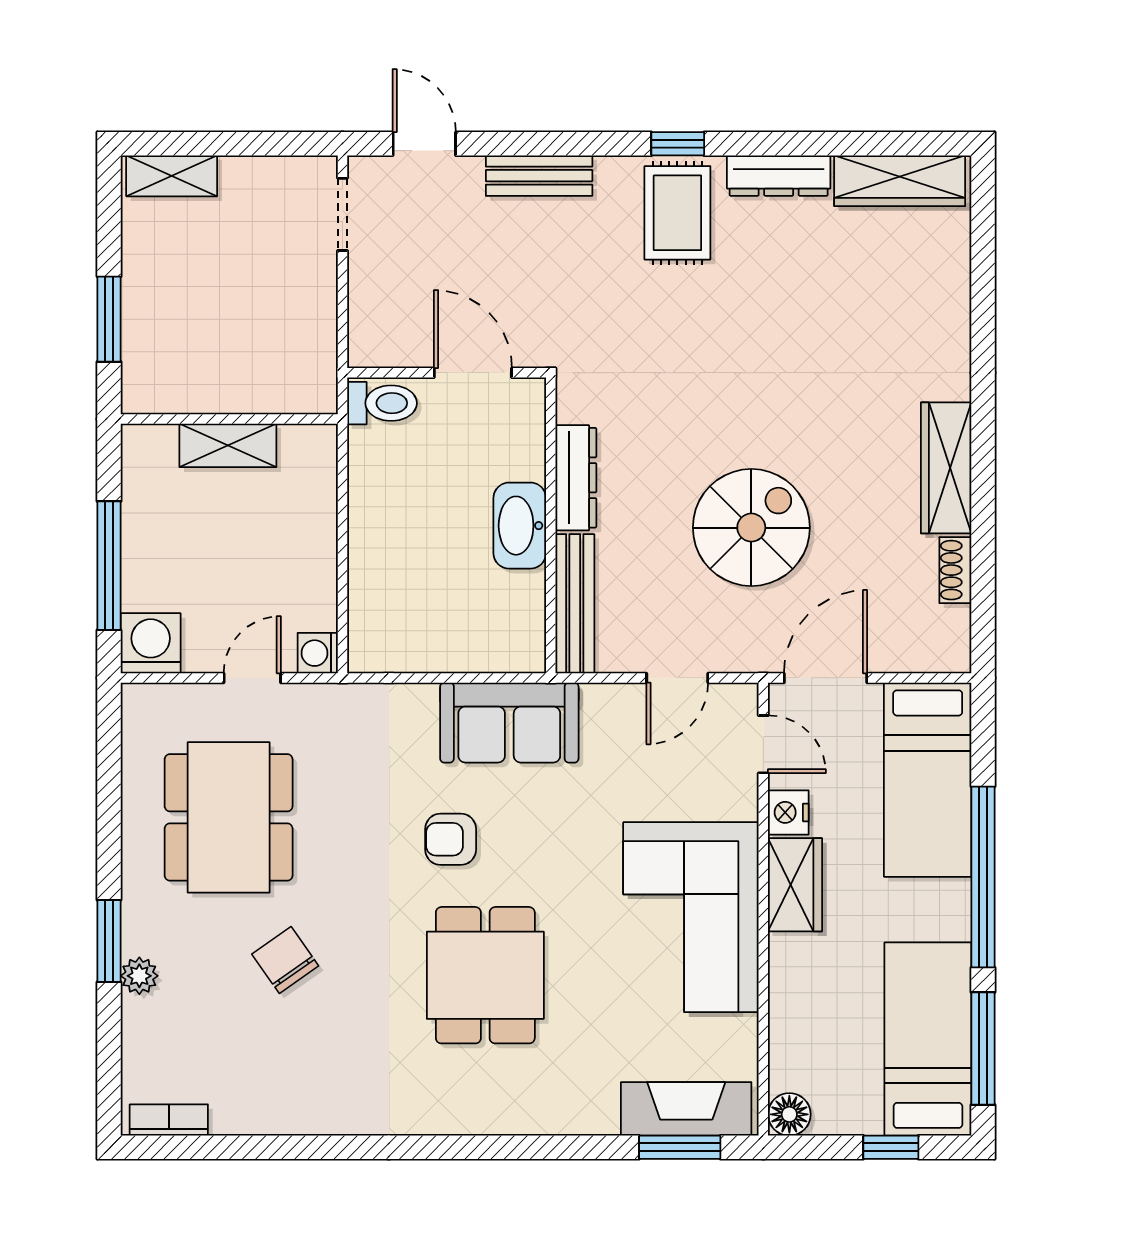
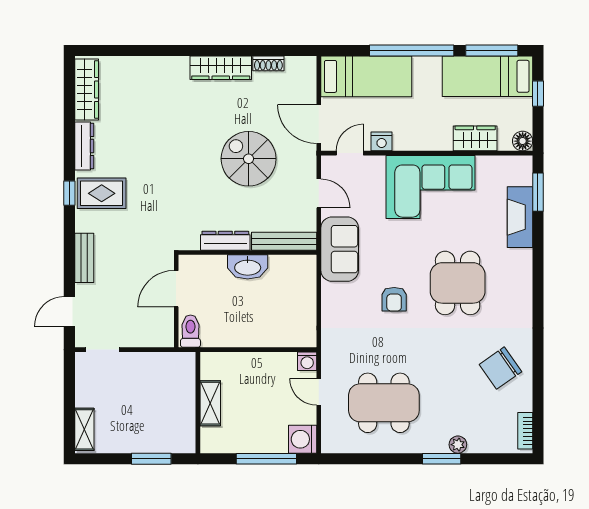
sofa: (509, 723) -> (340, 249), moved
wardrobe: (795, 885) -> (475, 138), moved
chair: (285, 960) -> (500, 368), moved, width x1.37, depth x1.37
dining table: (485, 975) -> (458, 283), turned 90
fireplace: (686, 1109) -> (520, 217), moved

